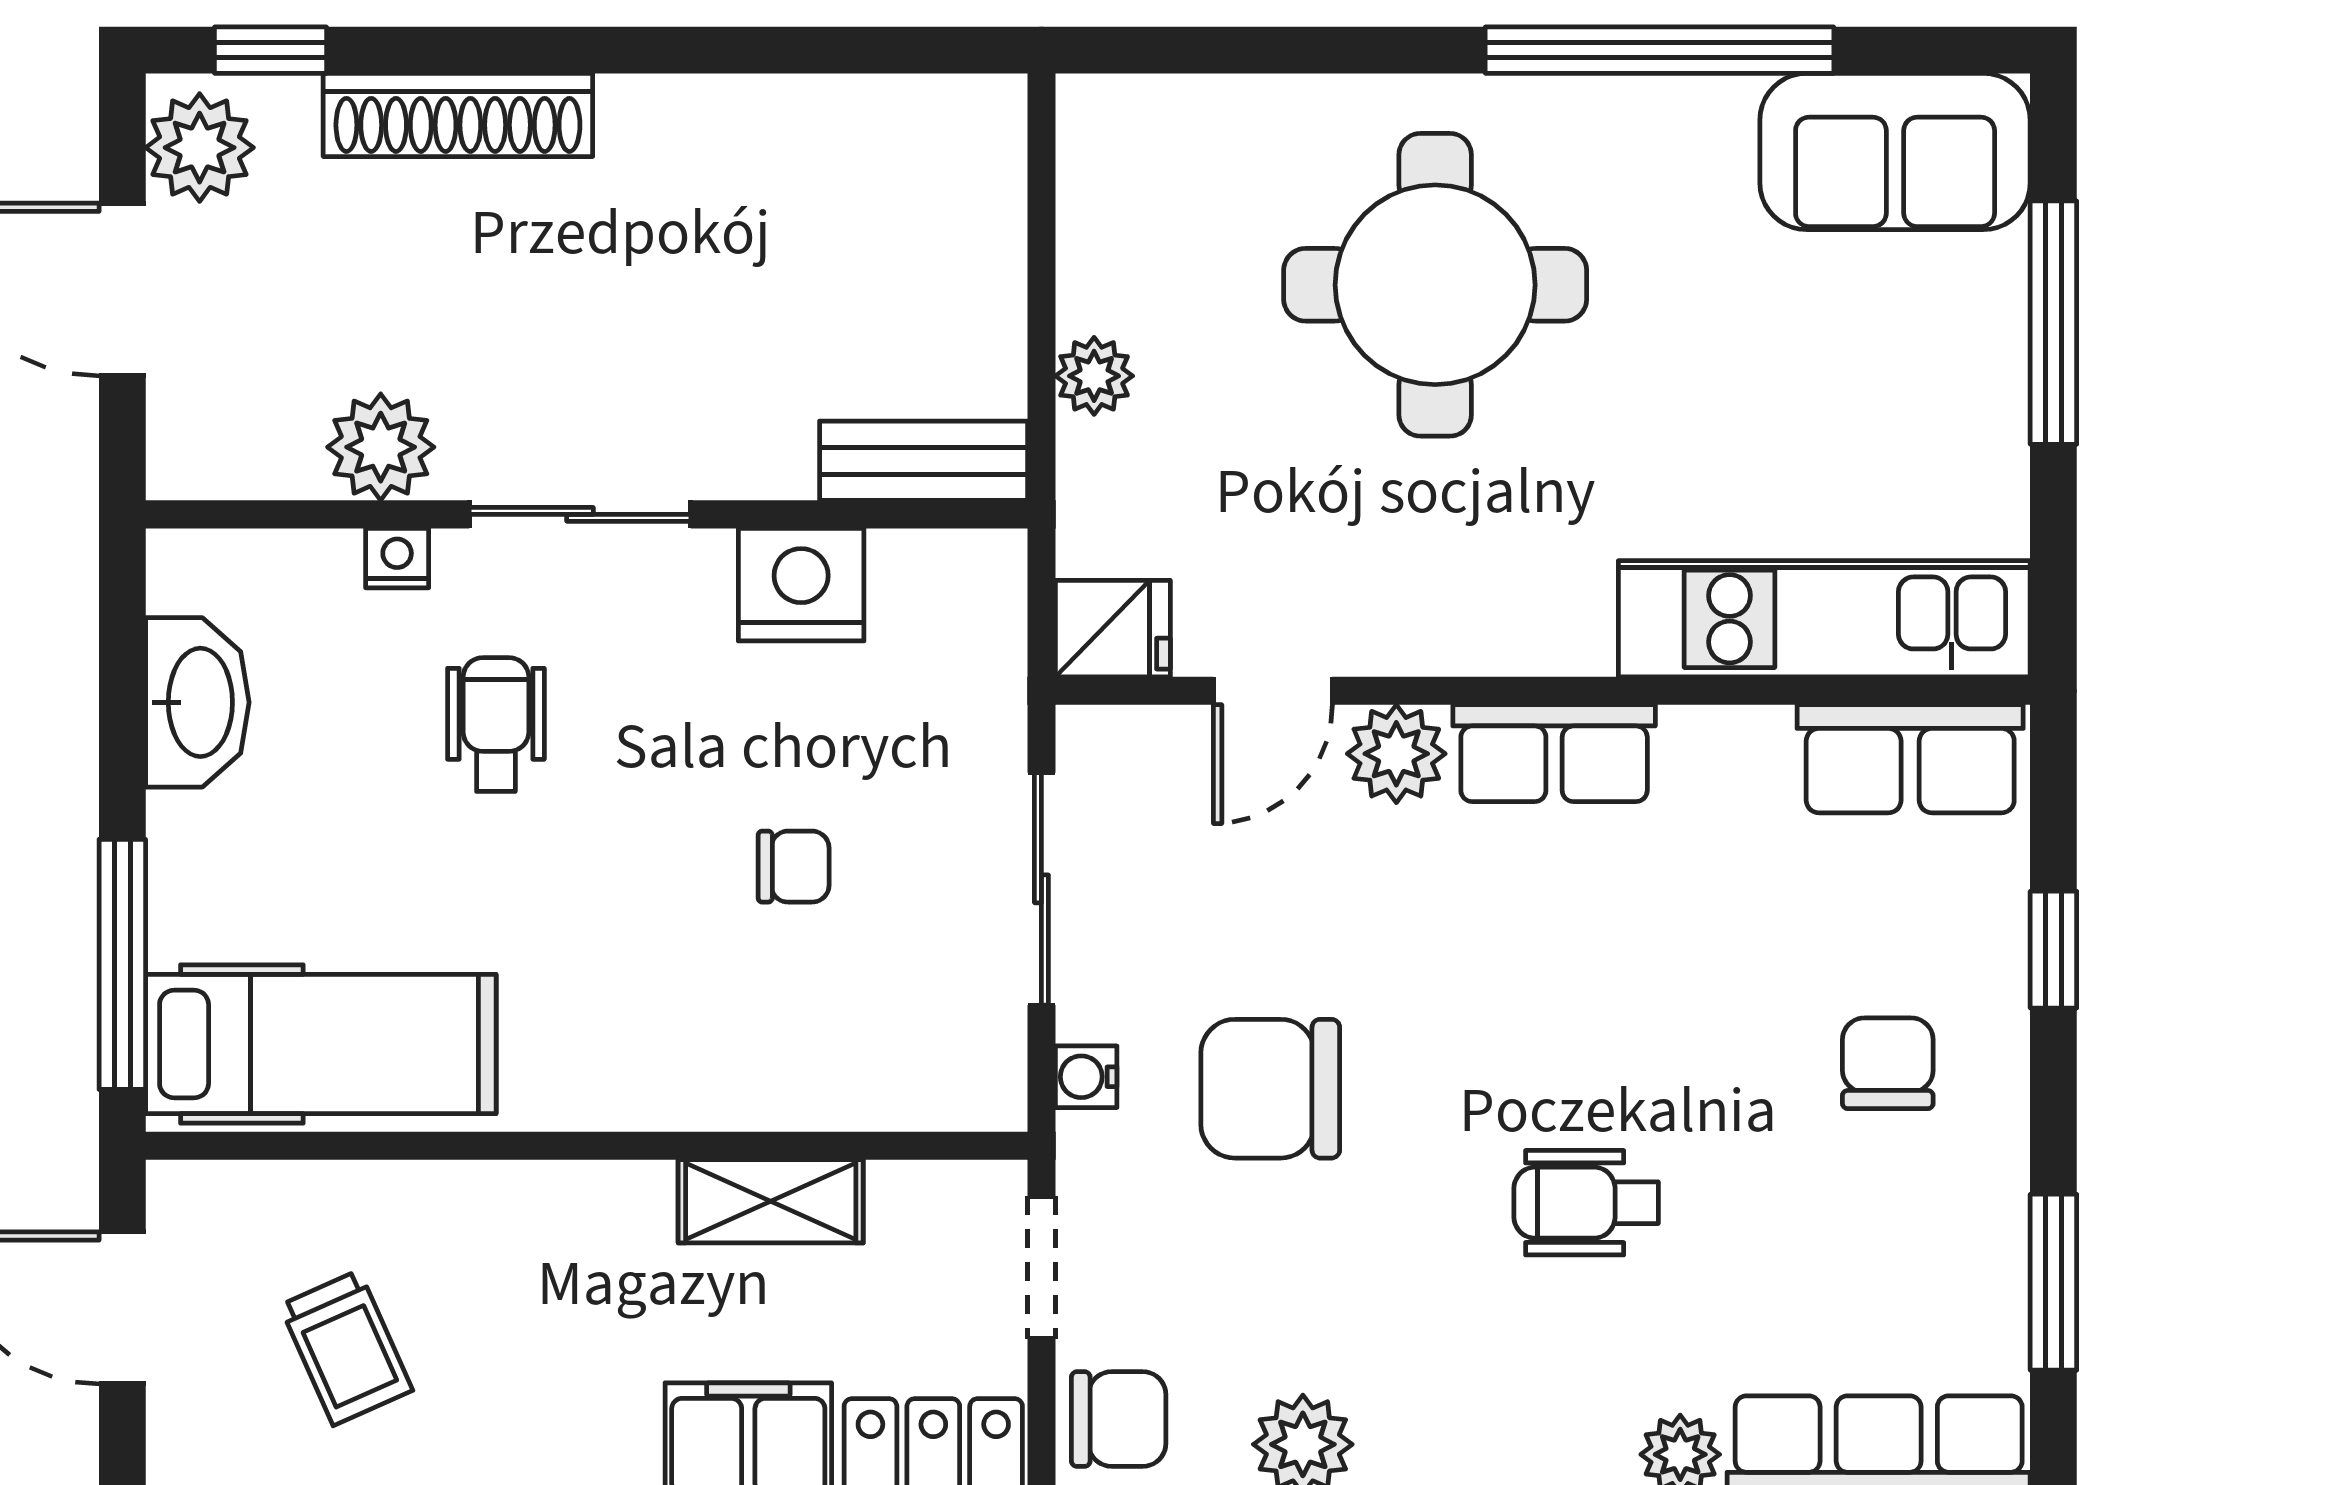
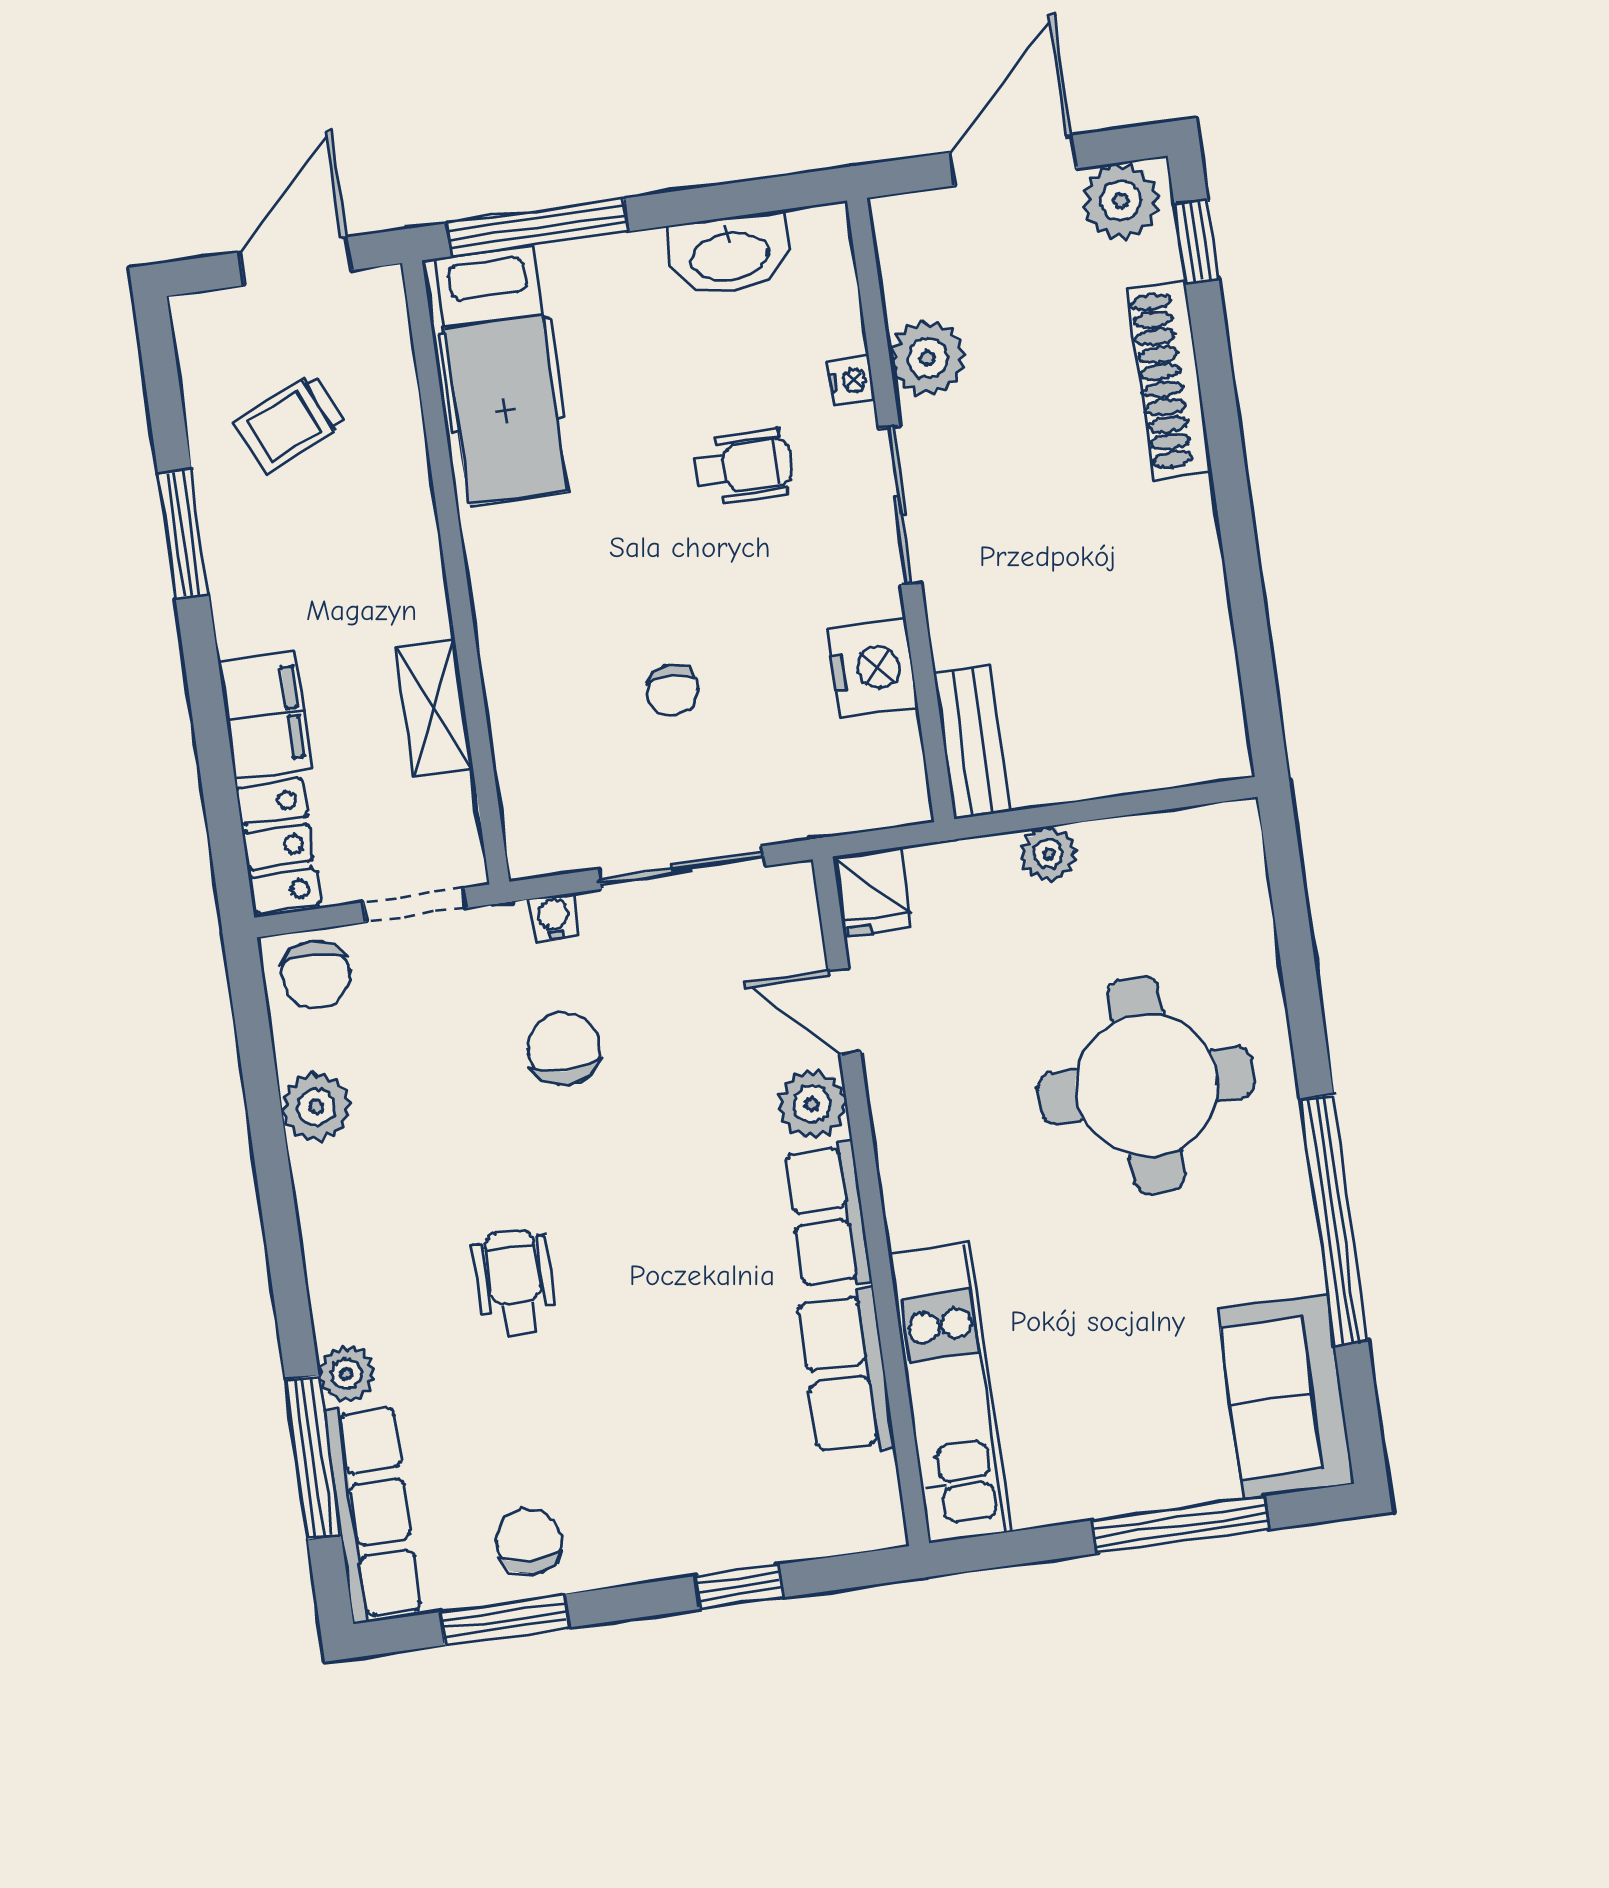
row of seats: (1910, 759) -> (846, 1372), moved
chair: (1888, 1063) -> (528, 1541), moved, turned -90
chair: (1270, 1089) -> (564, 1049), width x0.73, depth x0.73

